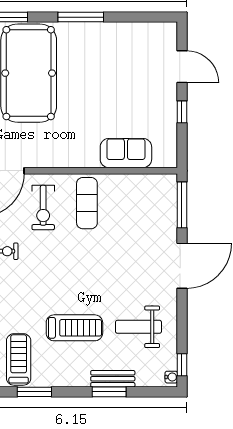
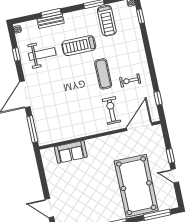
window: (182, 112) -> (44, 182), removed
exercise mat: (87, 203) -> (103, 74), moved
window: (182, 365) -> (16, 54), moved

